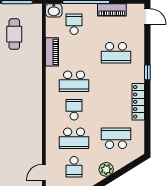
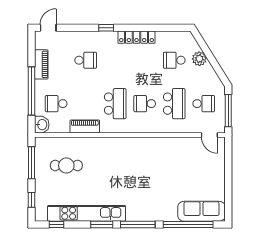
school desk: (116, 53) -> (86, 60), width x0.54
school desk: (116, 138) -> (174, 60), width x0.54
plant: (106, 169) -> (199, 59), moved

